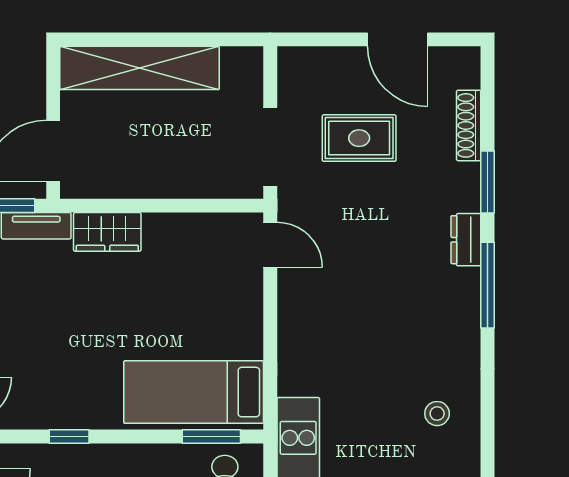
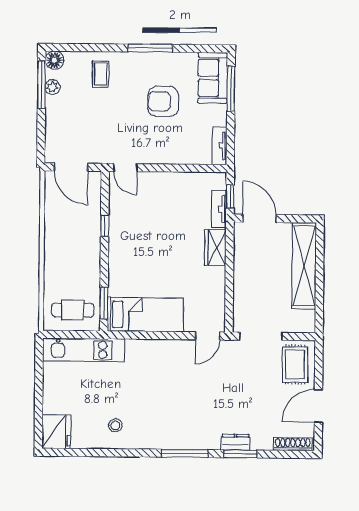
shoe rack: (469, 125) -> (293, 444), moved
rug: (359, 138) -> (295, 365), moved
dresser: (466, 240) -> (235, 442), moved
bed: (194, 392) -> (145, 315), moved, turned 90

